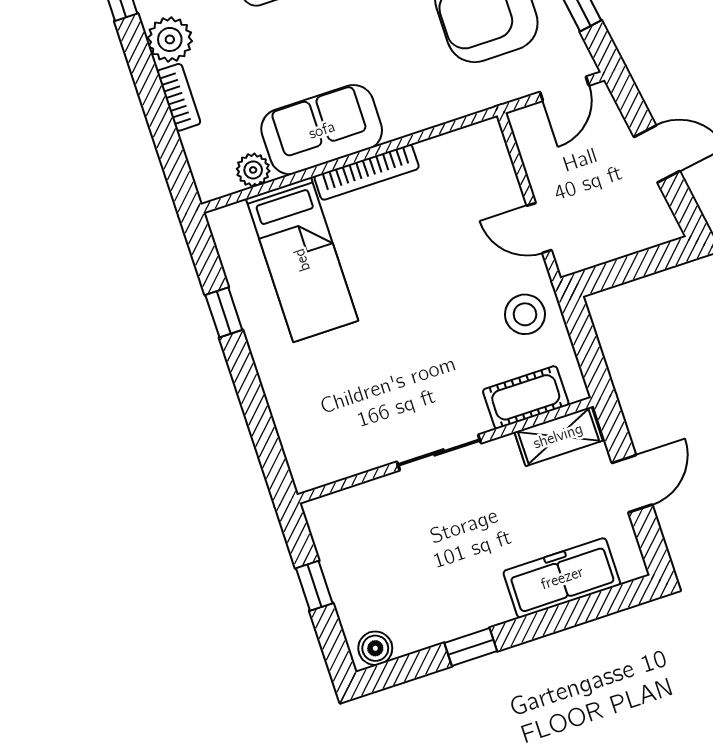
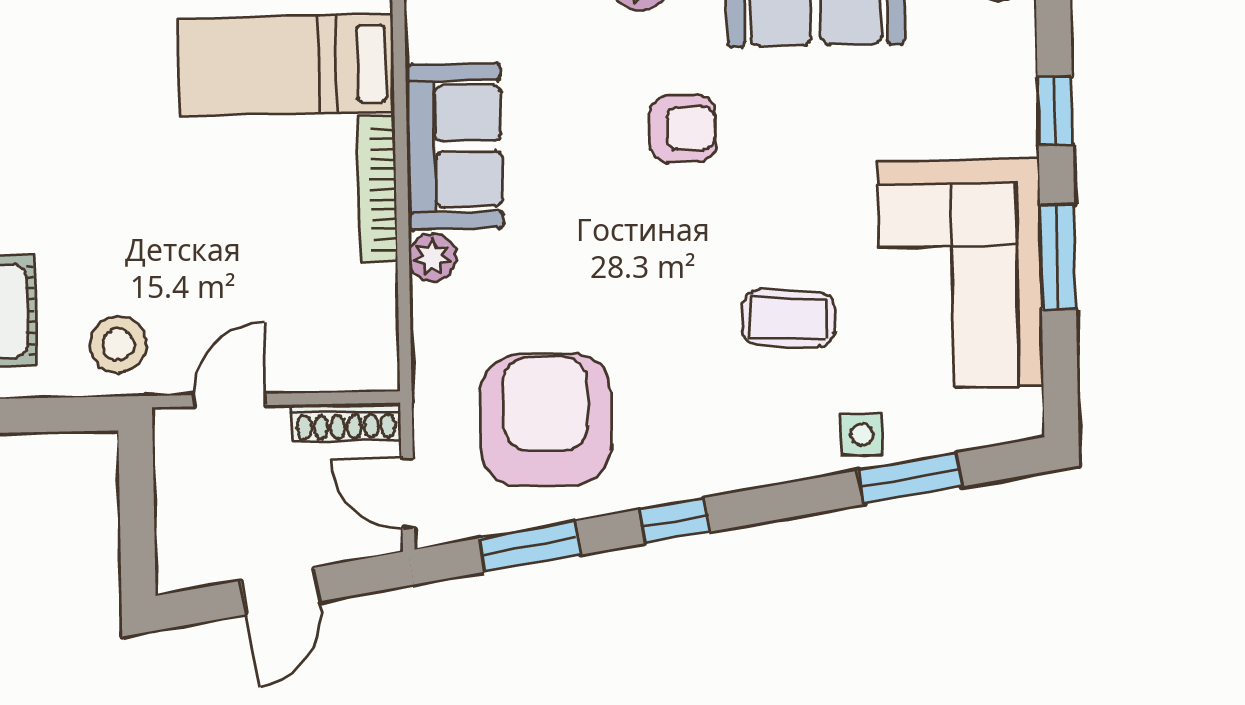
shoe rack: (530, 145) -> (346, 422), added
plant: (253, 170) -> (432, 257), moved

